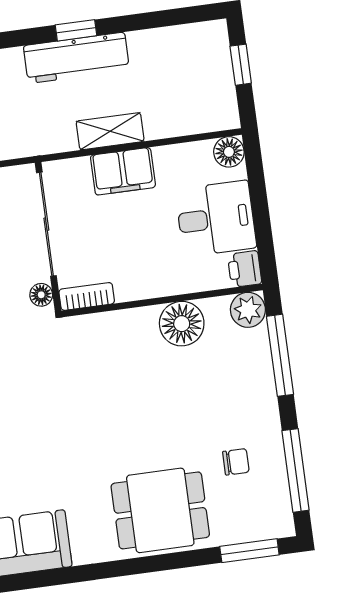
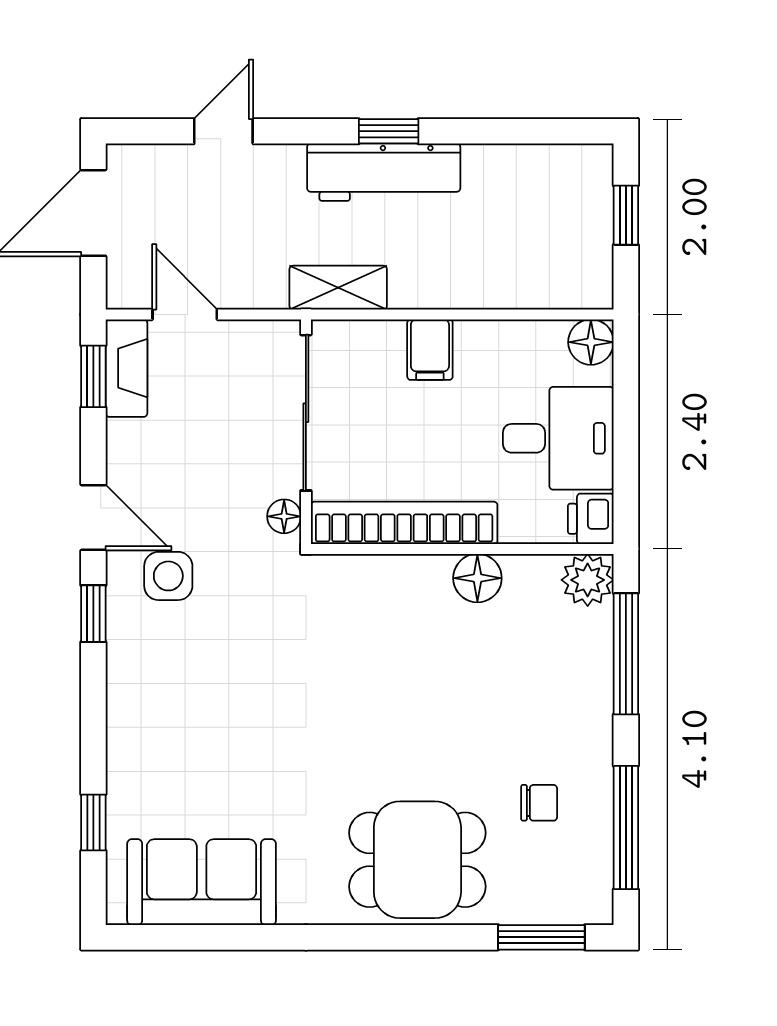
shelving: (110, 131) -> (338, 288), moved
filing cabinet: (123, 171) -> (430, 350), width x0.50
bookcase: (87, 296) -> (404, 523), width x2.31, depth x1.31
floor lamp: (182, 324) -> (477, 578), width x0.73, depth x0.73

